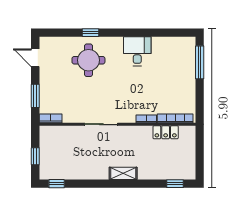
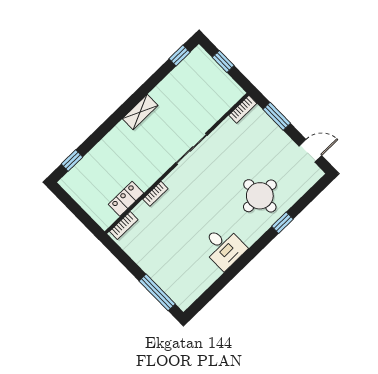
bookcase: (175, 118) -> (124, 226), width x0.64
shelving: (123, 173) -> (140, 112), moved

